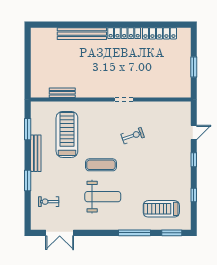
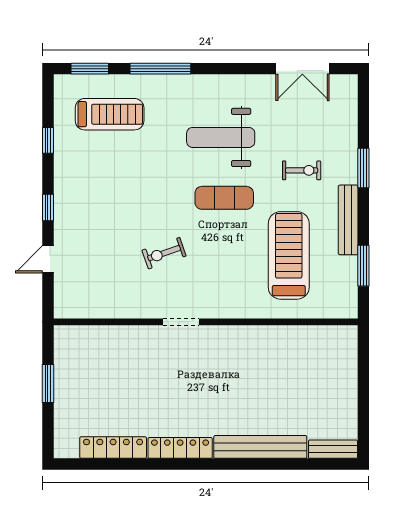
bench: (62, 93) -> (333, 449), moved
treadmill: (67, 134) -> (289, 255), turned 180
exercise bike: (49, 202) -> (302, 170), moved
double door: (60, 233) -> (302, 69), swing flipped

